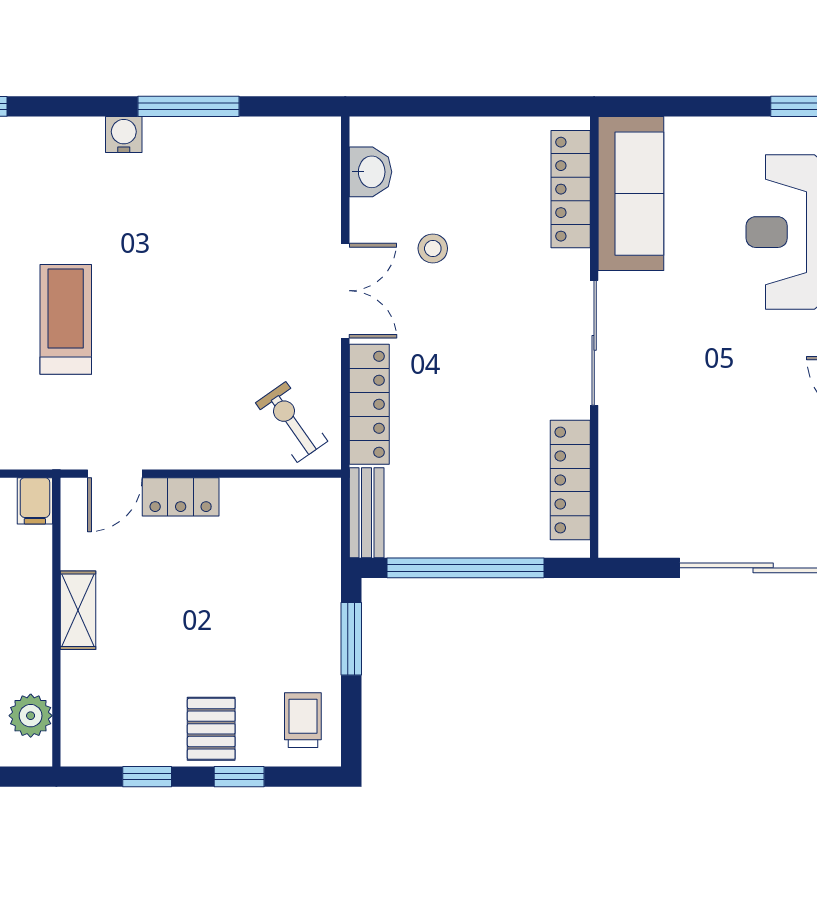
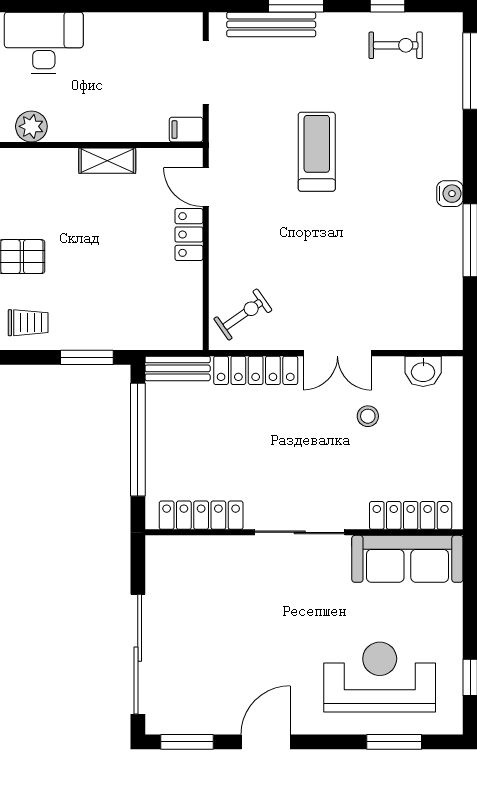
treadmill: (66, 319) -> (317, 152), turned -90

